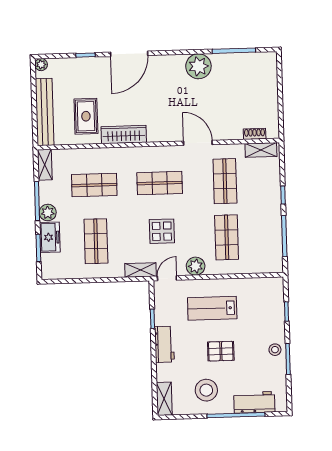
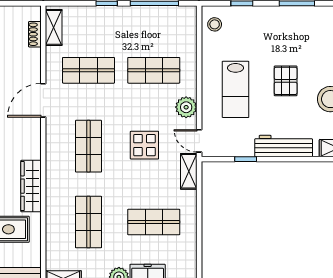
workbench: (164, 344) -> (284, 146), width x1.38
stool: (275, 350) -> (215, 24), moved

